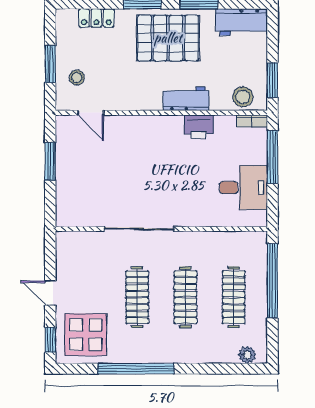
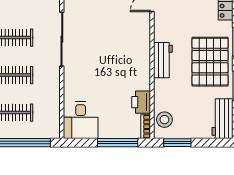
workbench: (186, 99) -> (163, 60), moved
printer: (199, 127) -> (141, 102), moved
desk: (243, 188) -> (81, 120), moved

